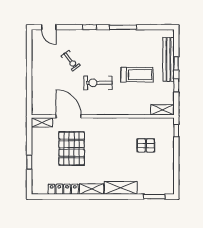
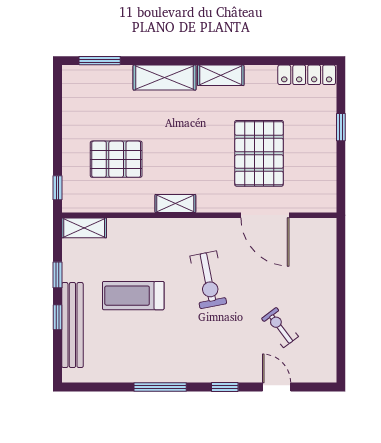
door: (49, 27) -> (277, 387), moved
exercise bike: (71, 61) -> (280, 328), moved
exercise bike: (98, 83) -> (208, 280), turned 79
shelving: (42, 122) -> (175, 203), moved
pallet: (146, 145) -> (116, 159), width x1.50, depth x1.42
locker: (63, 189) -> (307, 75), moved

